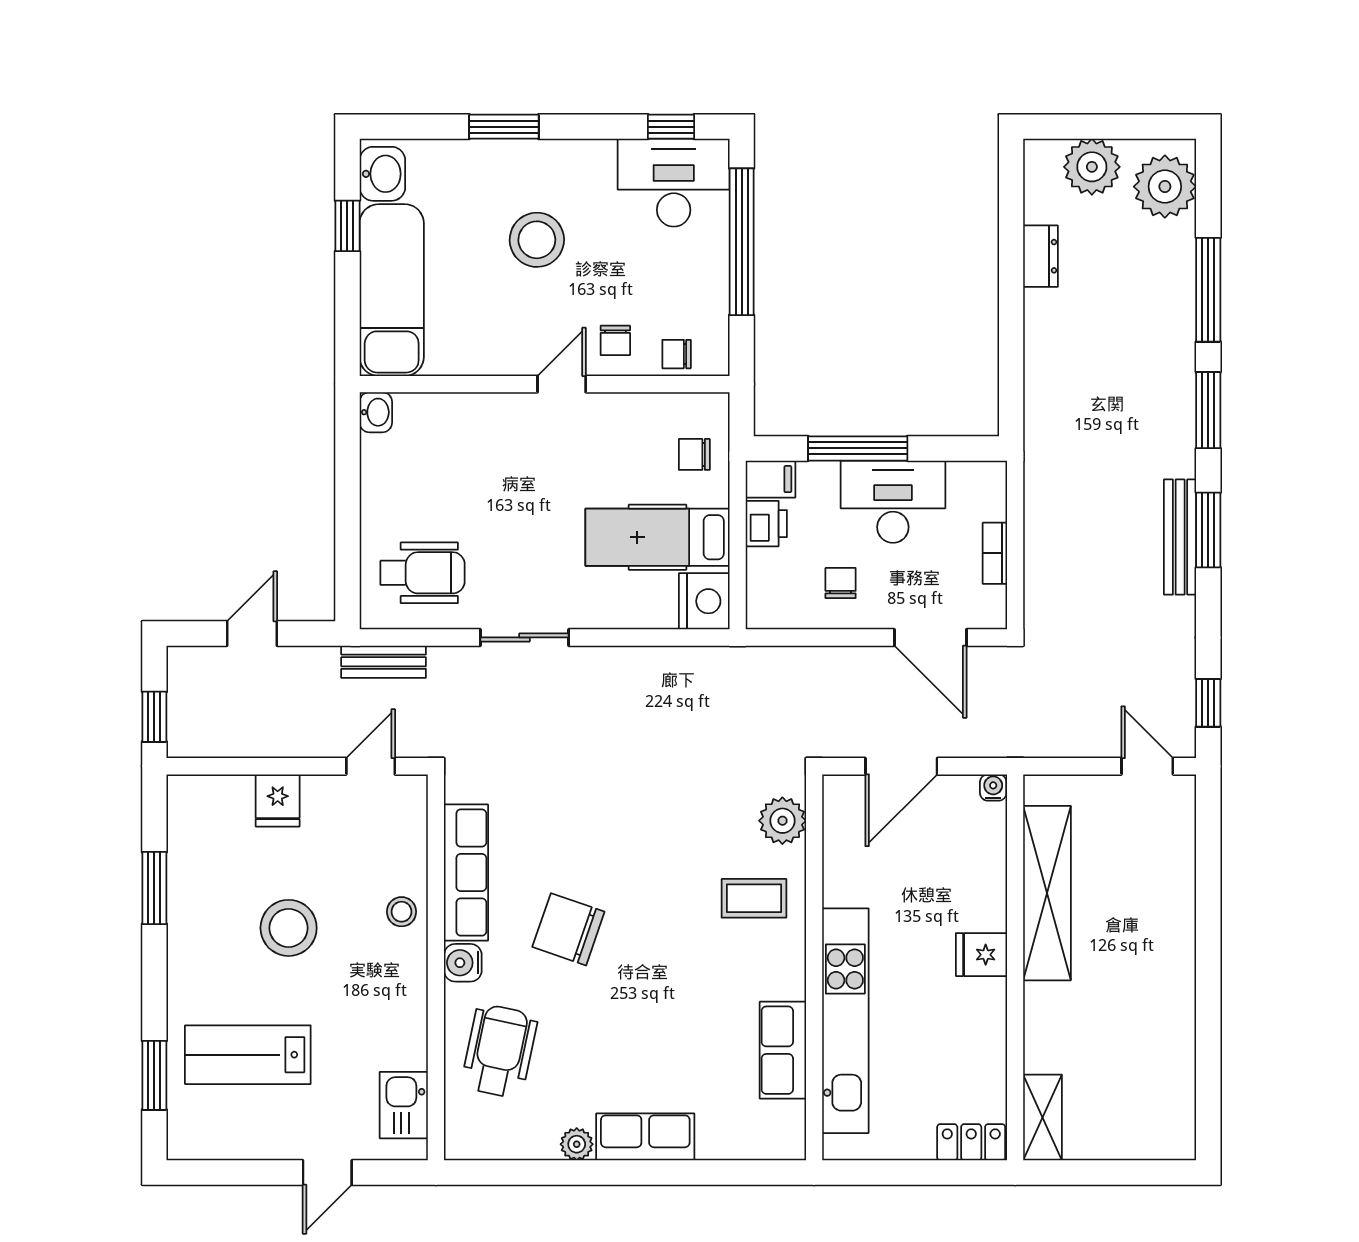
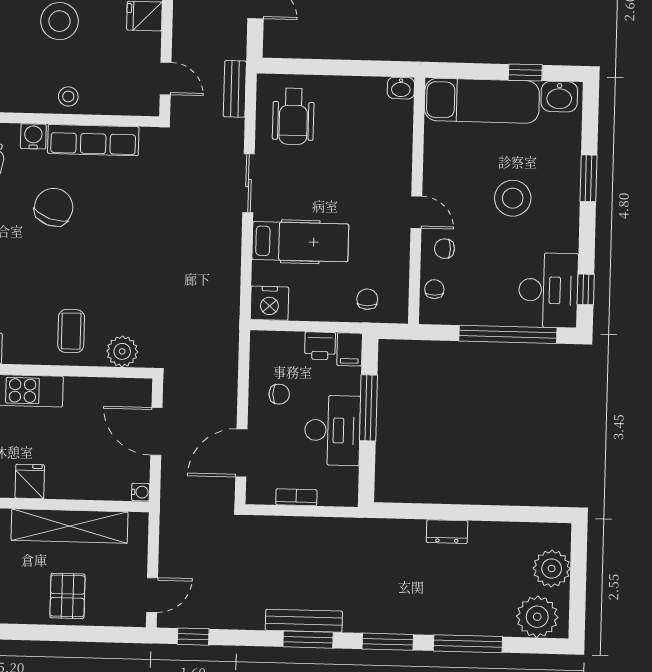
dresser: (1041, 256) -> (447, 532), moved
hospital bed: (658, 537) -> (300, 242), moved, turned 90
pallet: (1152, 893) -> (67, 596), added

